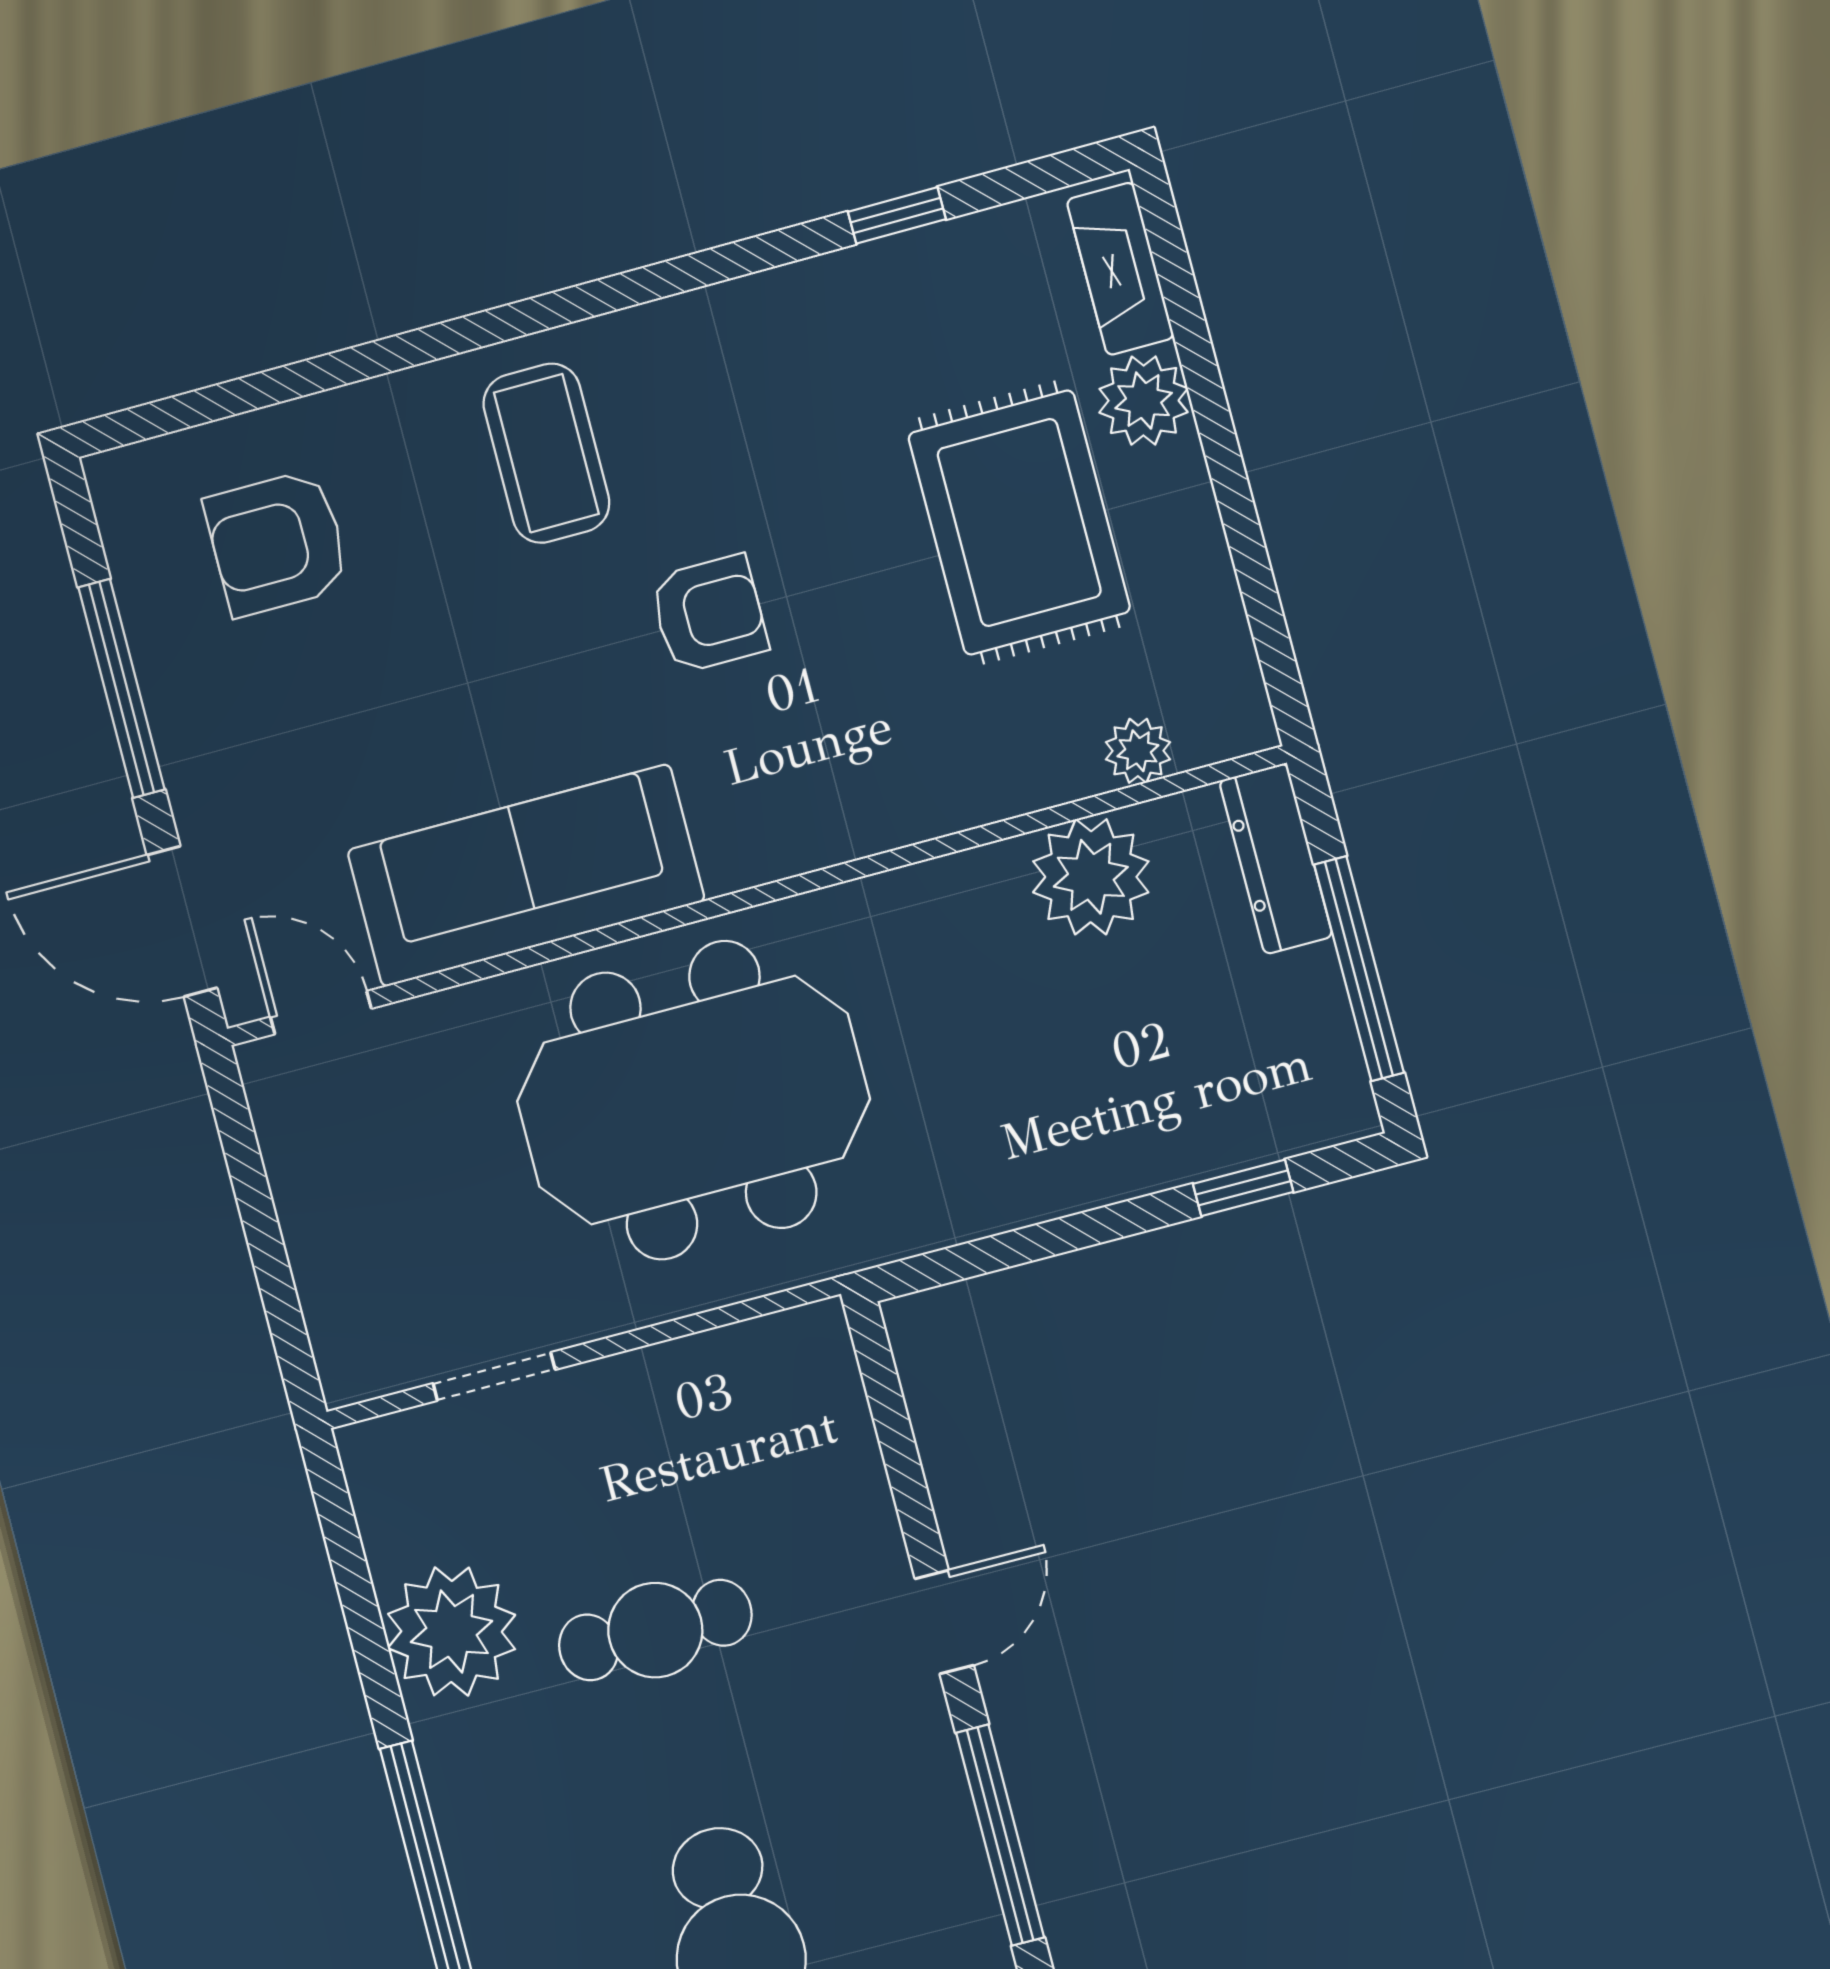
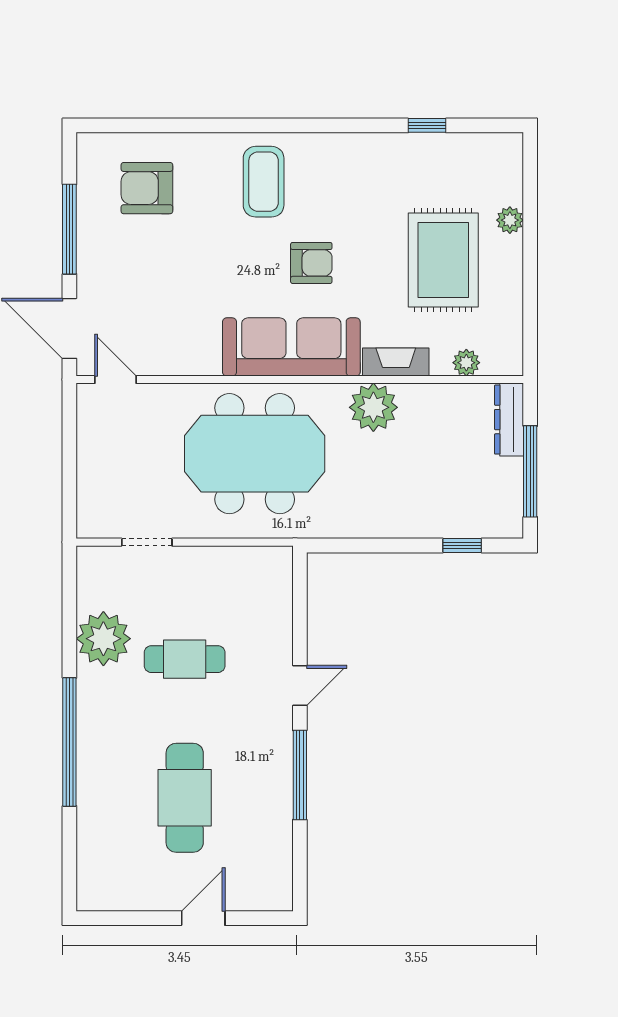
fireplace: (1120, 269) -> (396, 362), moved, turned 90
plant: (1144, 401) -> (510, 220), width x0.73, depth x0.73
sofa: (526, 875) -> (291, 347), moved
plant: (1091, 877) -> (373, 407), moved

